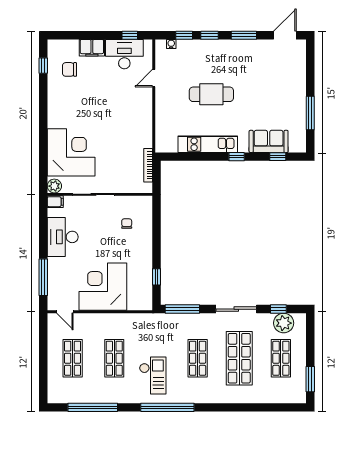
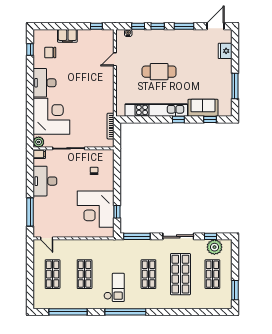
desk: (124, 54) -> (44, 83), moved, turned -90
fridge: (297, 67) -> (225, 51), added
kitchen unit: (208, 144) -> (156, 110), width x1.36
corner desk: (103, 287) -> (96, 209), moved, turned -90

